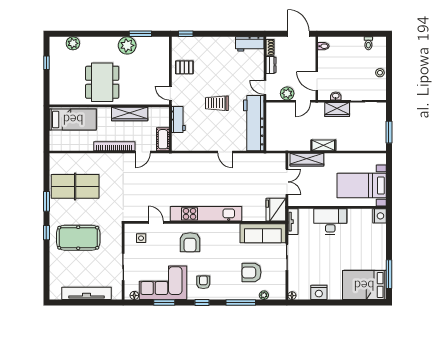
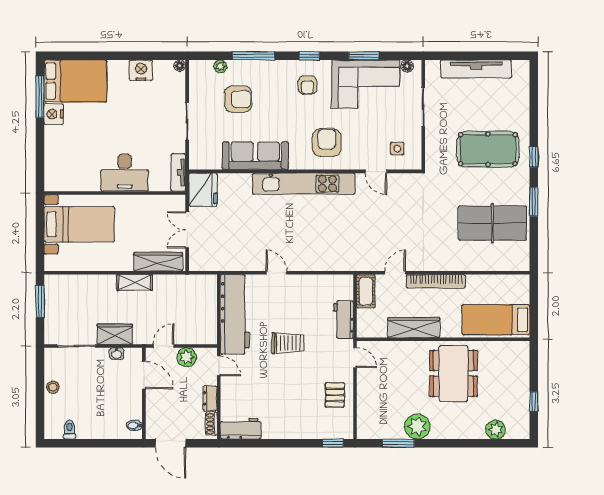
pallet: (184, 67) -> (335, 395), turned 90
nightstand: (379, 216) -> (54, 114), moved
sofa: (263, 233) -> (255, 156), moved

